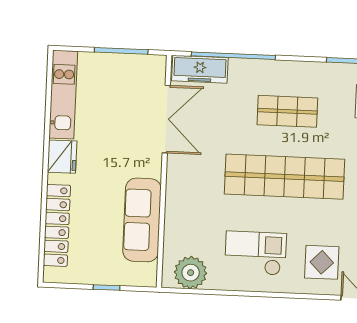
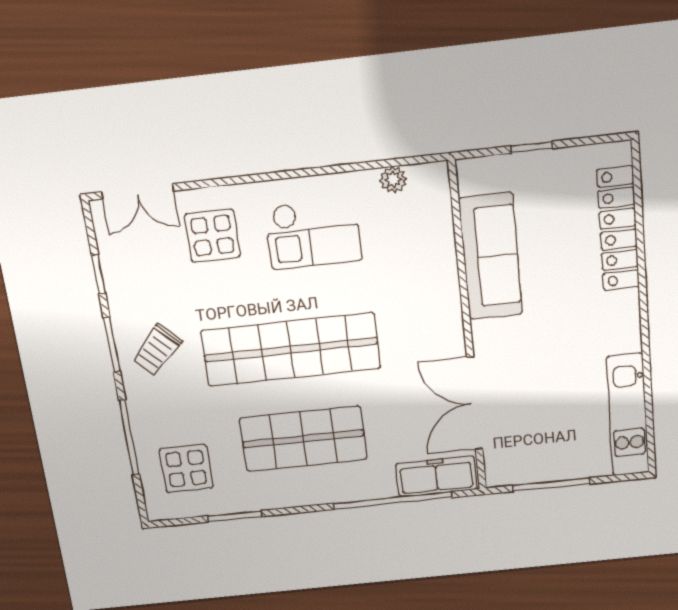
shop shelf: (287, 111) -> (303, 439), width x1.43, depth x1.36
fridge: (62, 157) -> (621, 329), removed
plant: (191, 273) -> (393, 179), width x0.53, depth x0.53

